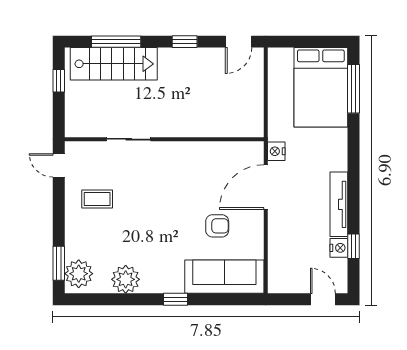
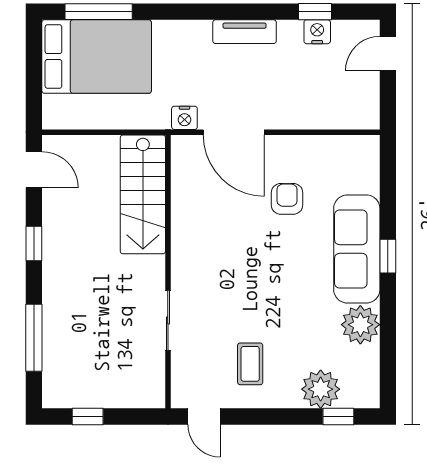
stairs: (114, 64) -> (143, 194), moved, turned 180
door: (59, 165) -> (204, 416), hinge flipped
tv unit: (339, 204) -> (245, 32), width x0.71
window: (59, 263) -> (338, 416), width x0.67
plant: (79, 274) -> (321, 389), moved
sofa: (224, 277) -> (357, 249), moved

